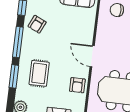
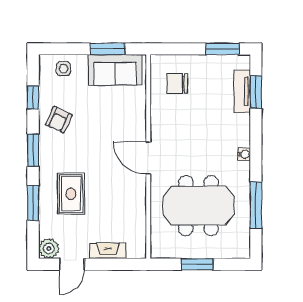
window: (18, 42) -> (33, 150), width x0.69
armchair: (77, 85) -> (131, 205), removed

